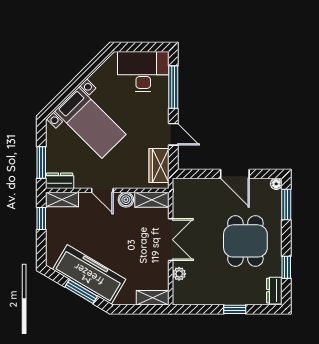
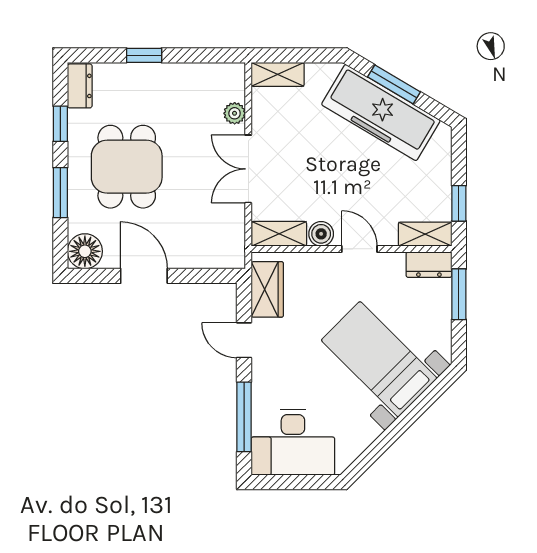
floor lamp: (276, 184) -> (85, 251), width x1.89, depth x1.89
window: (286, 205) -> (60, 193), moved

